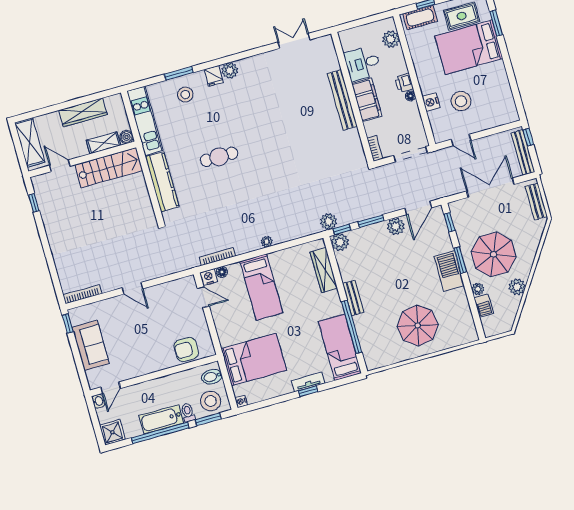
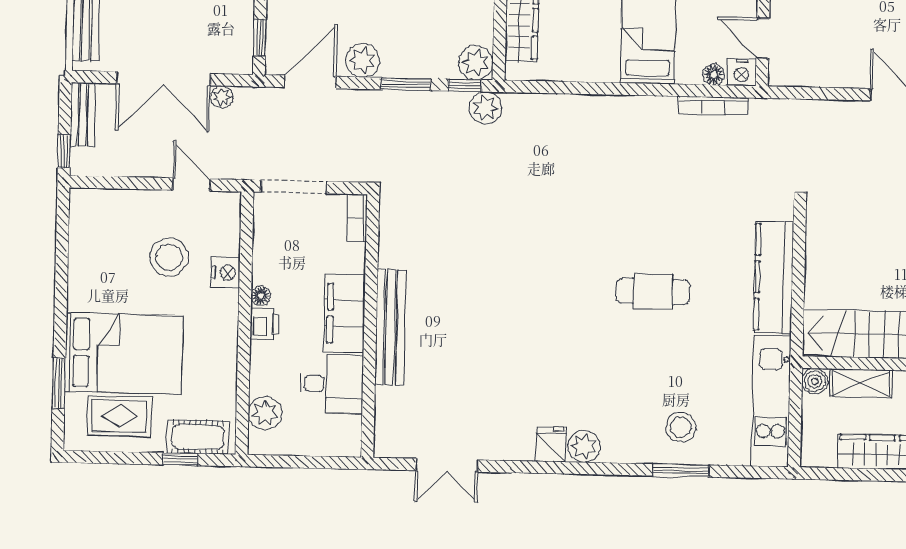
fridge: (214, 76) -> (551, 444), moved
bench: (523, 152) -> (83, 114), width x0.73
plant: (267, 242) -> (222, 97), moved

